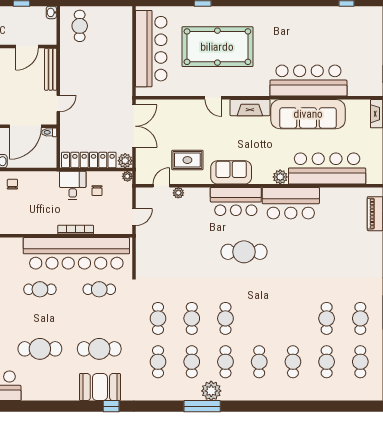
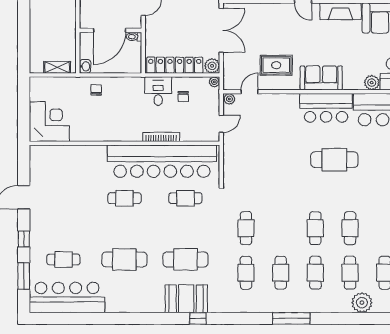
plant: (178, 193) -> (229, 99), moved
cafe table: (192, 318) -> (350, 228), moved
plant: (211, 391) -> (362, 303), moved

